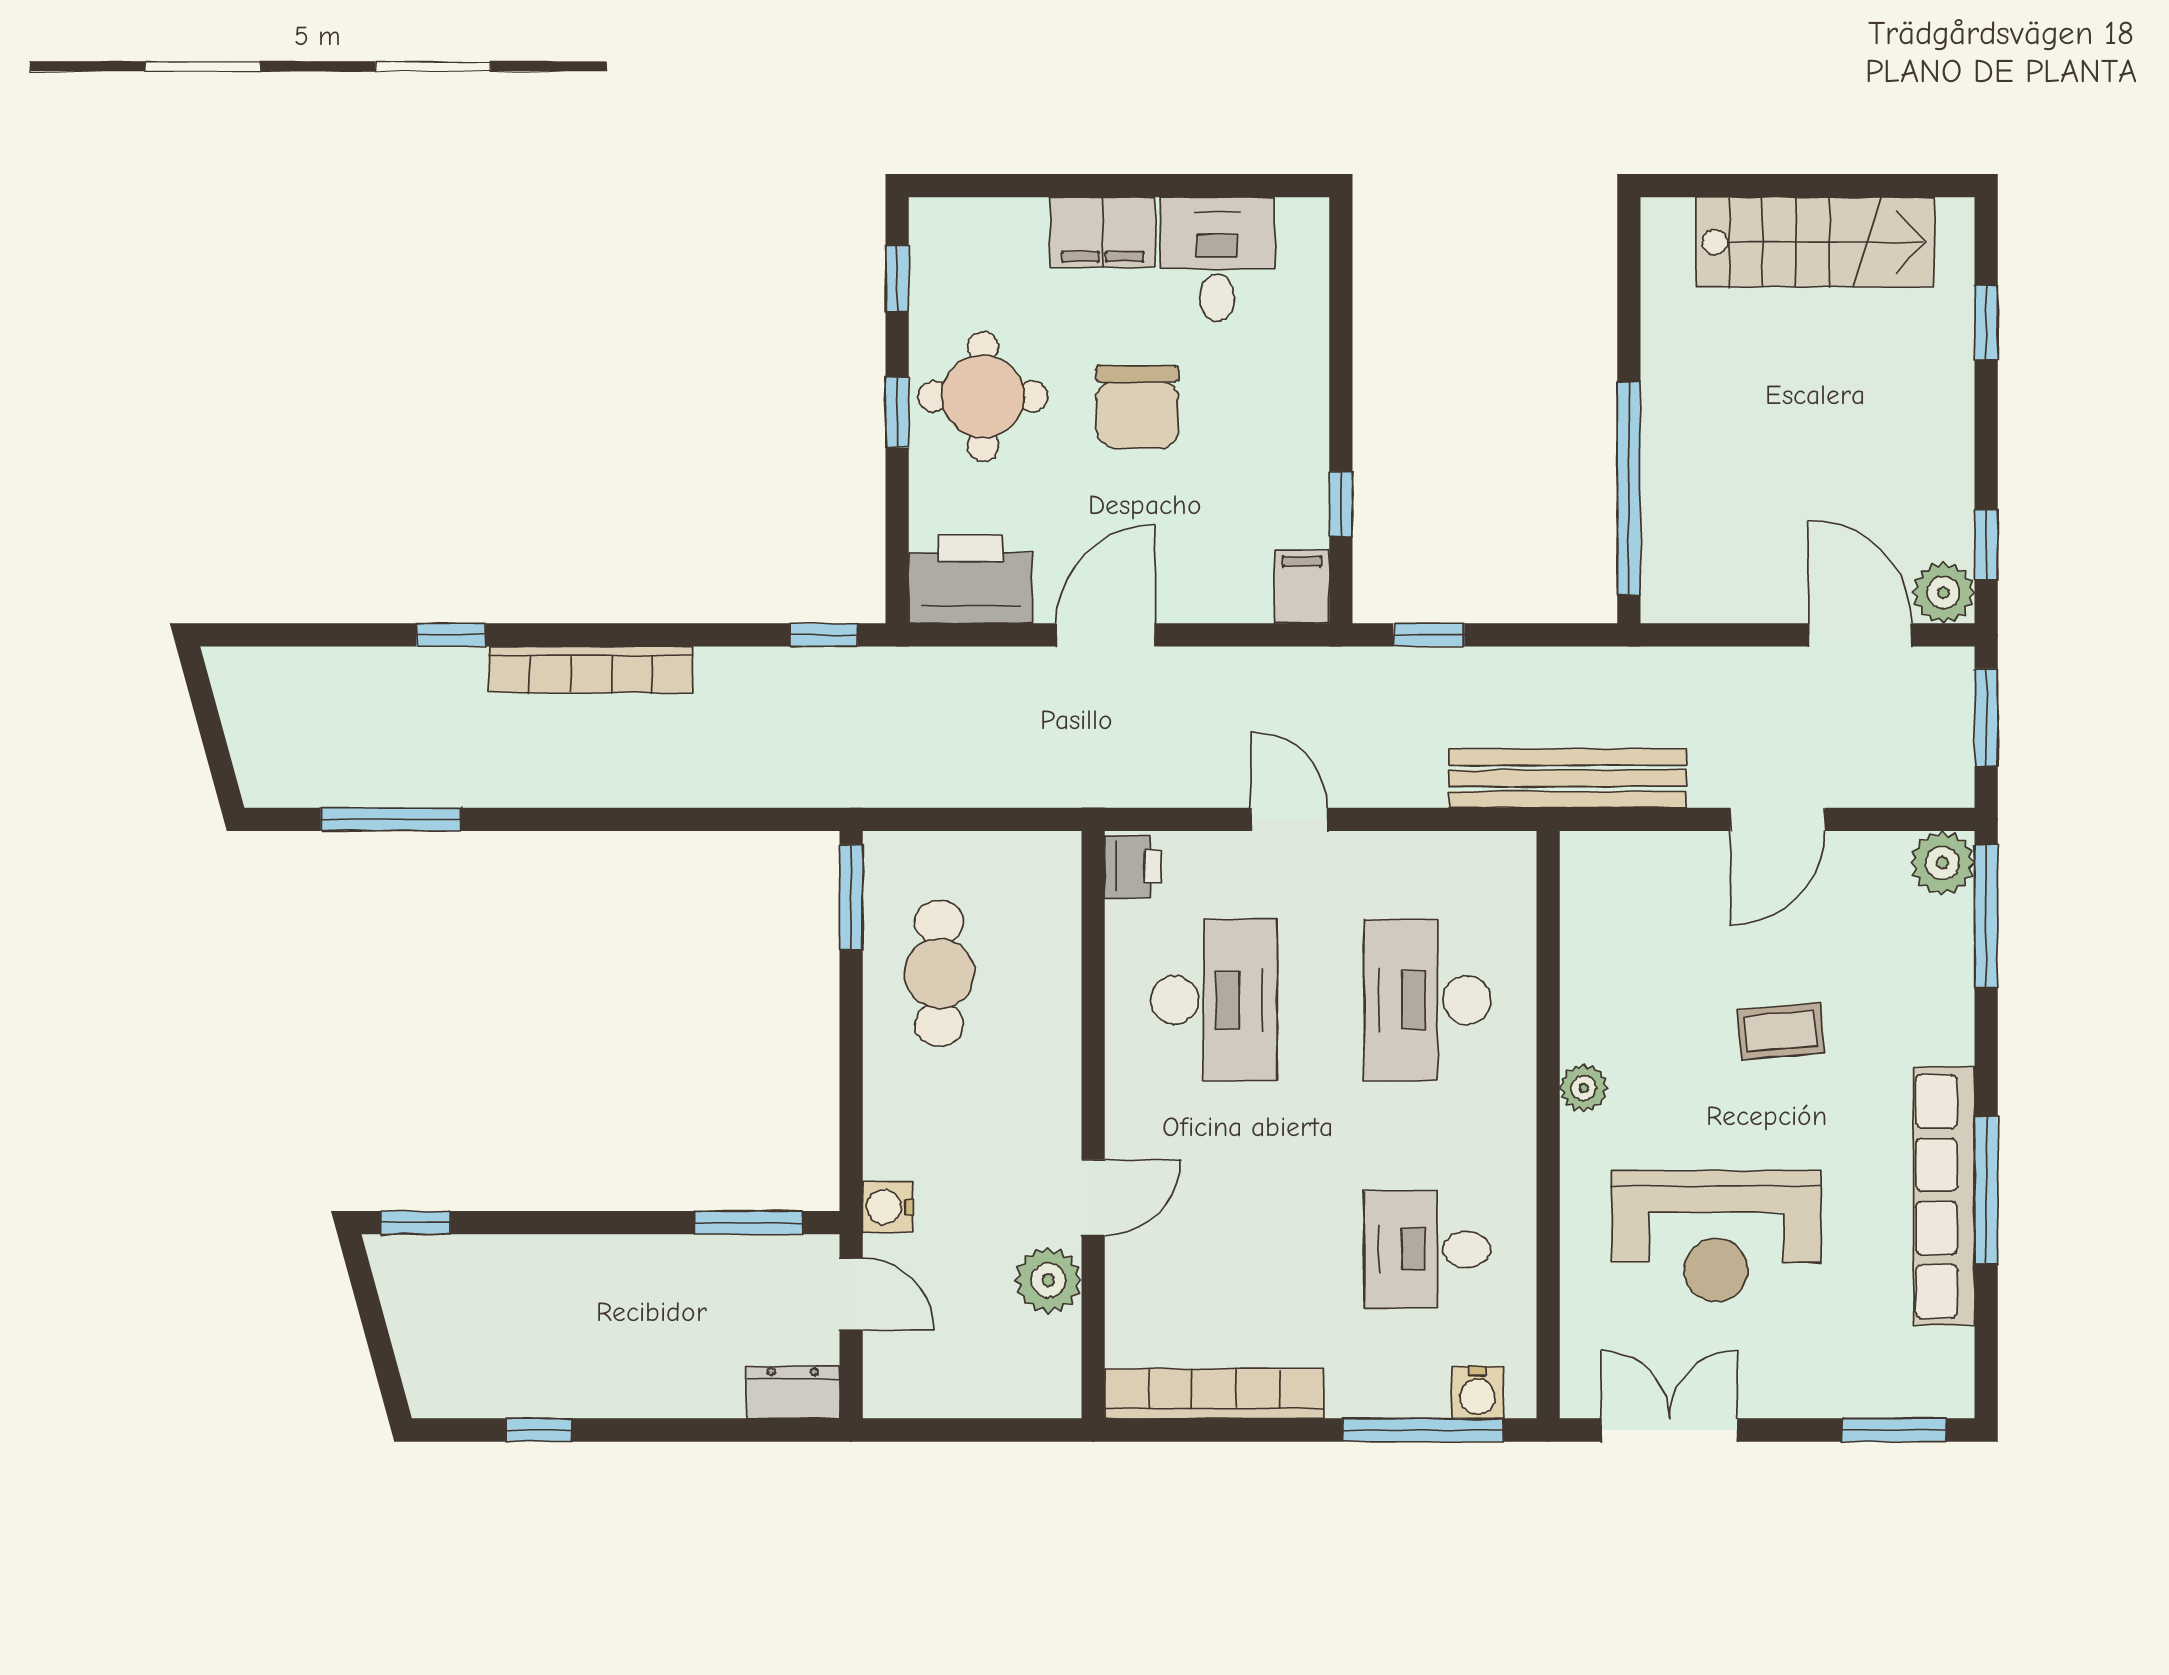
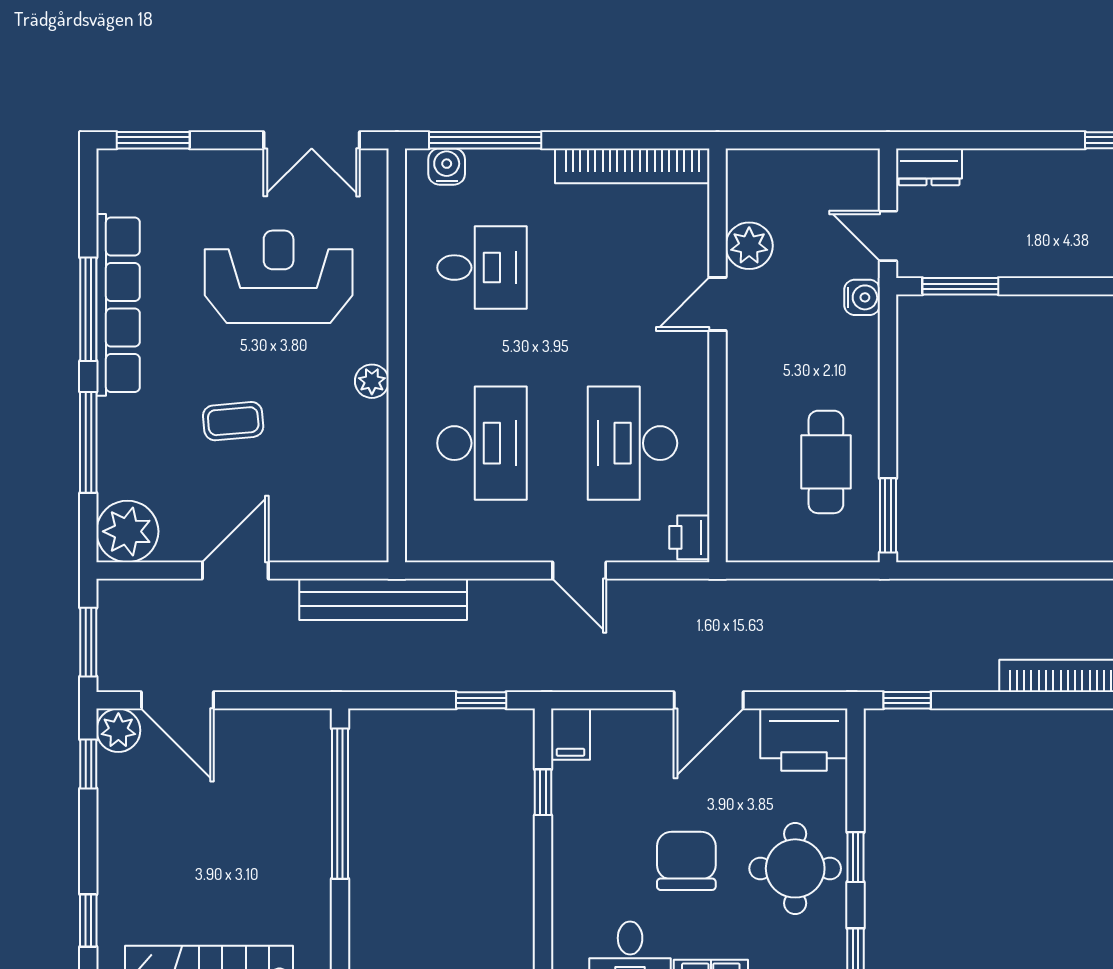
plant: (1942, 863) -> (127, 531), width x1.36, depth x1.36
window: (1986, 916) -> (88, 442), moved

